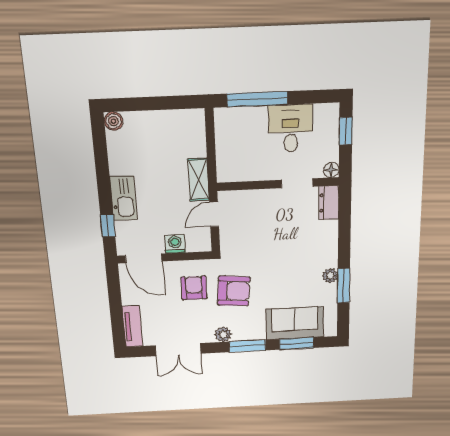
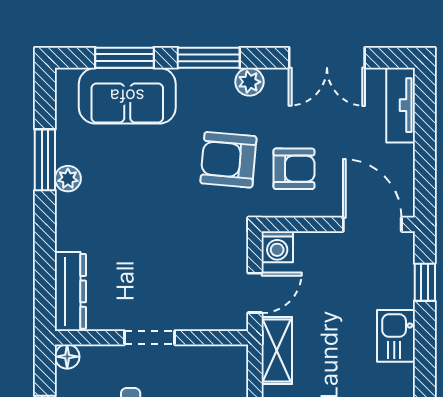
doorway: (297, 183) -> (150, 338), moved
kitchen sink: (124, 198) -> (396, 336), width x0.73
dresser: (329, 203) -> (70, 291), width x1.44
washing machine: (175, 244) -> (277, 247), moved
armchair: (194, 288) -> (294, 169), turned -90
double door: (178, 350) -> (327, 58), swing flipped

